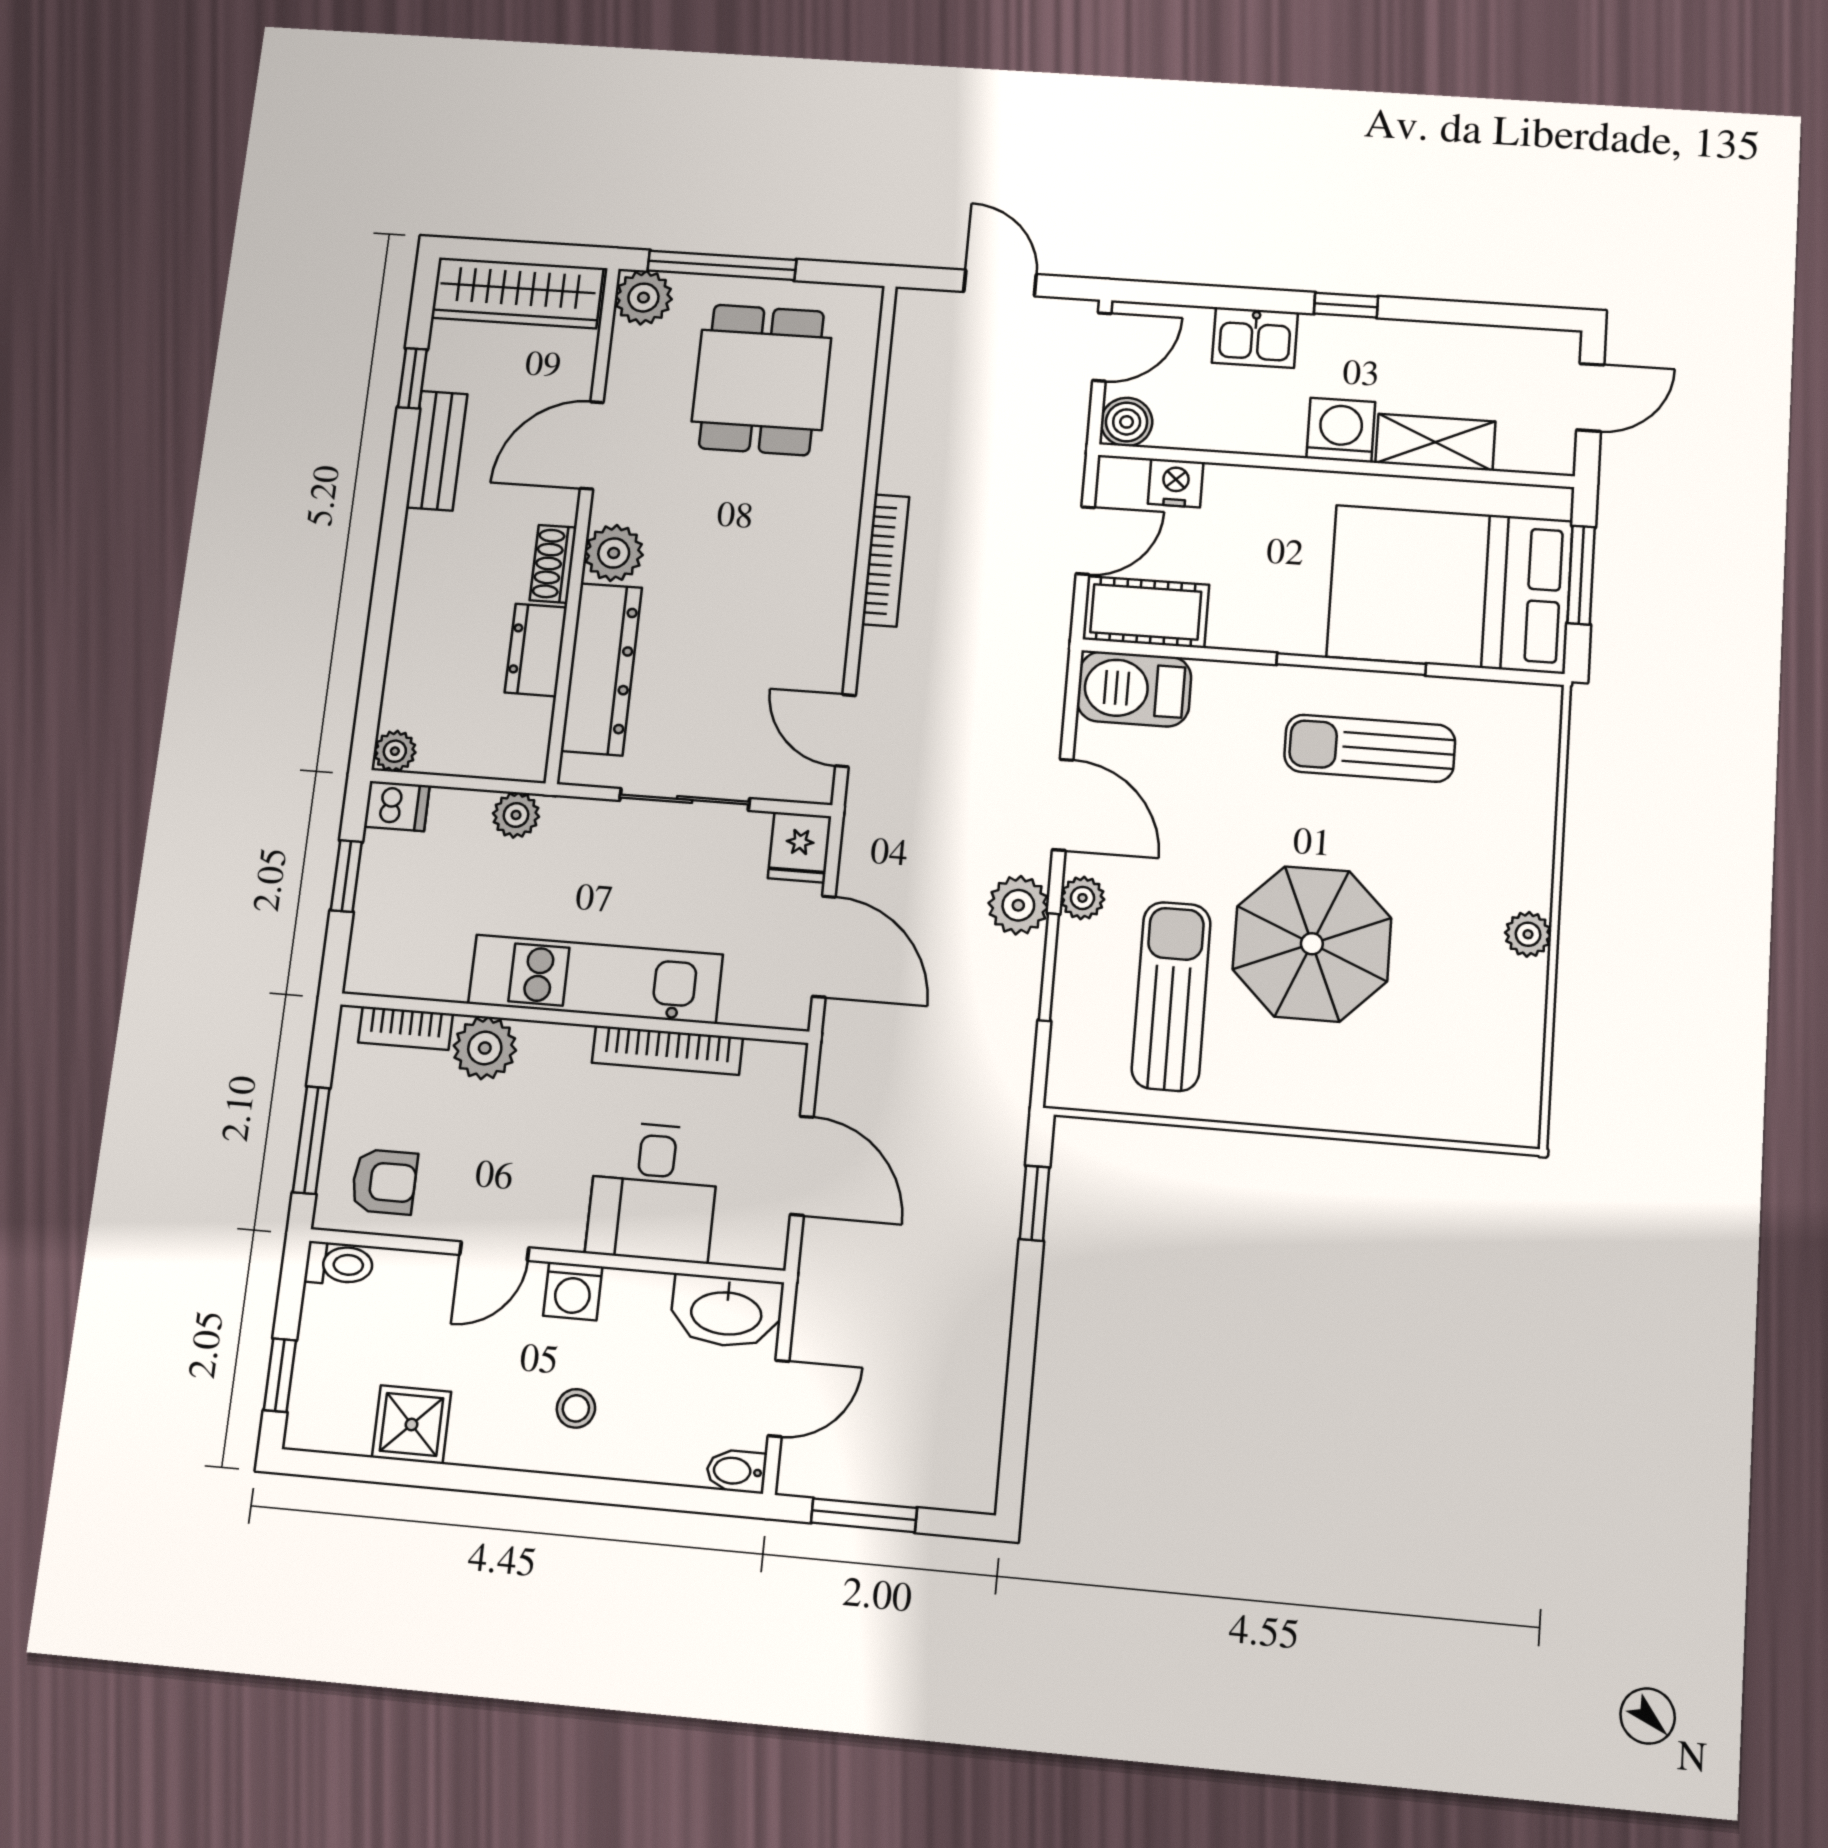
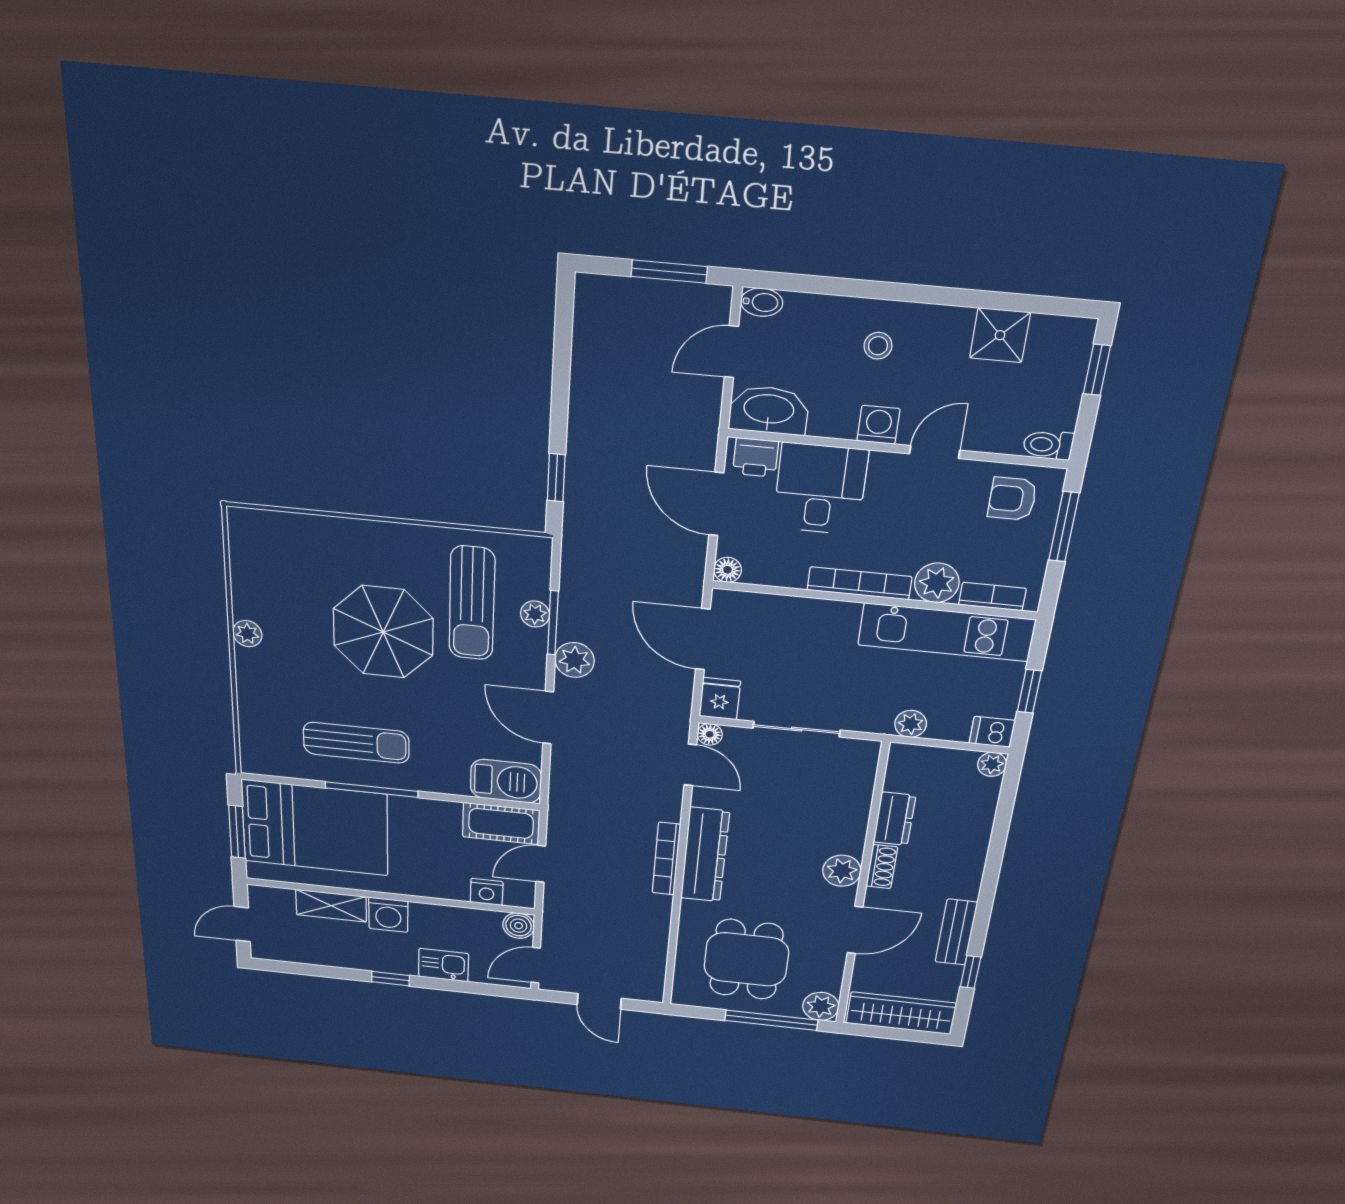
dresser: (601, 669) -> (705, 855), moved, turned 180
floor lamp: (815, 785) -> (710, 734), added
plant: (1082, 898) -> (535, 614), moved
kitchen unit: (596, 979) -> (946, 632), moved
bookcase: (667, 1050) -> (859, 583), moved
floor lamp: (786, 1061) -> (728, 570), added
printer: (745, 1239) -> (756, 457), added

